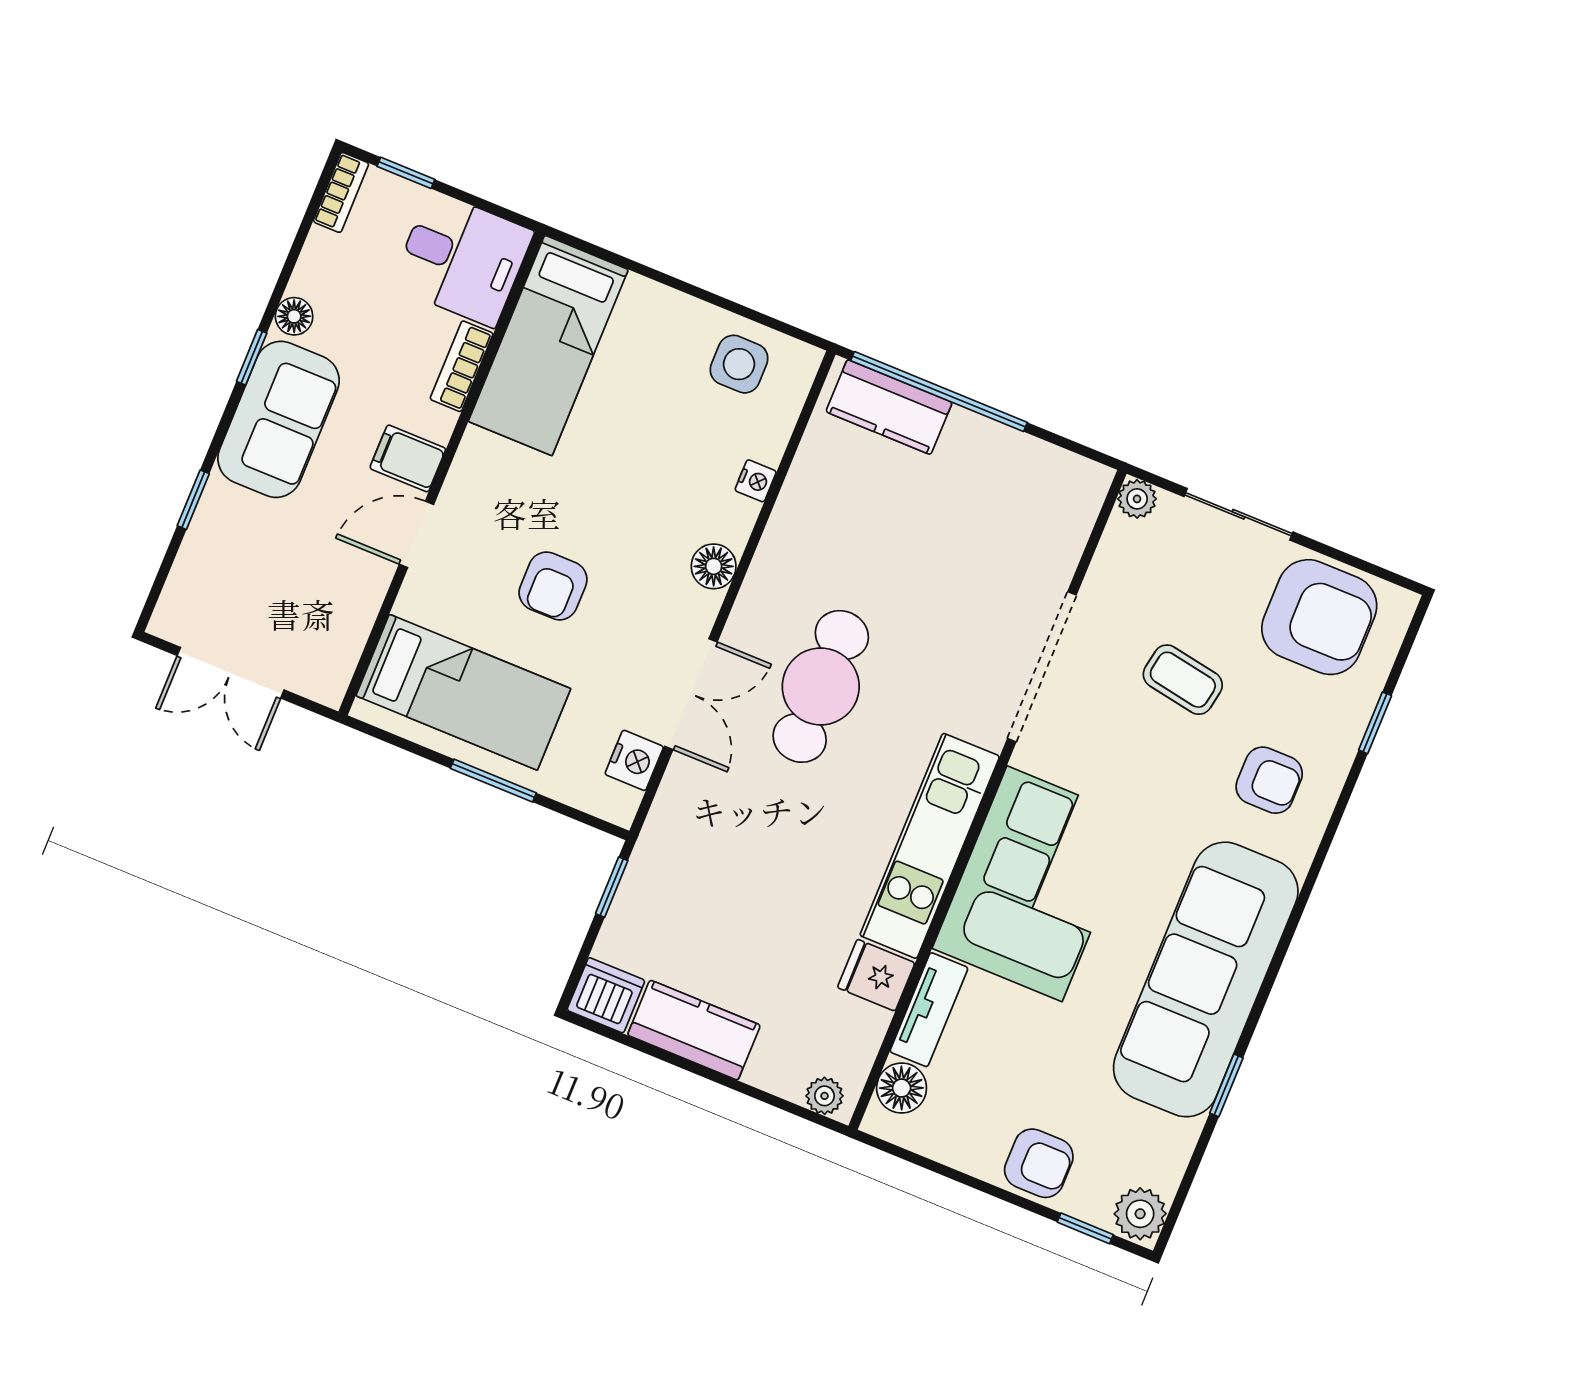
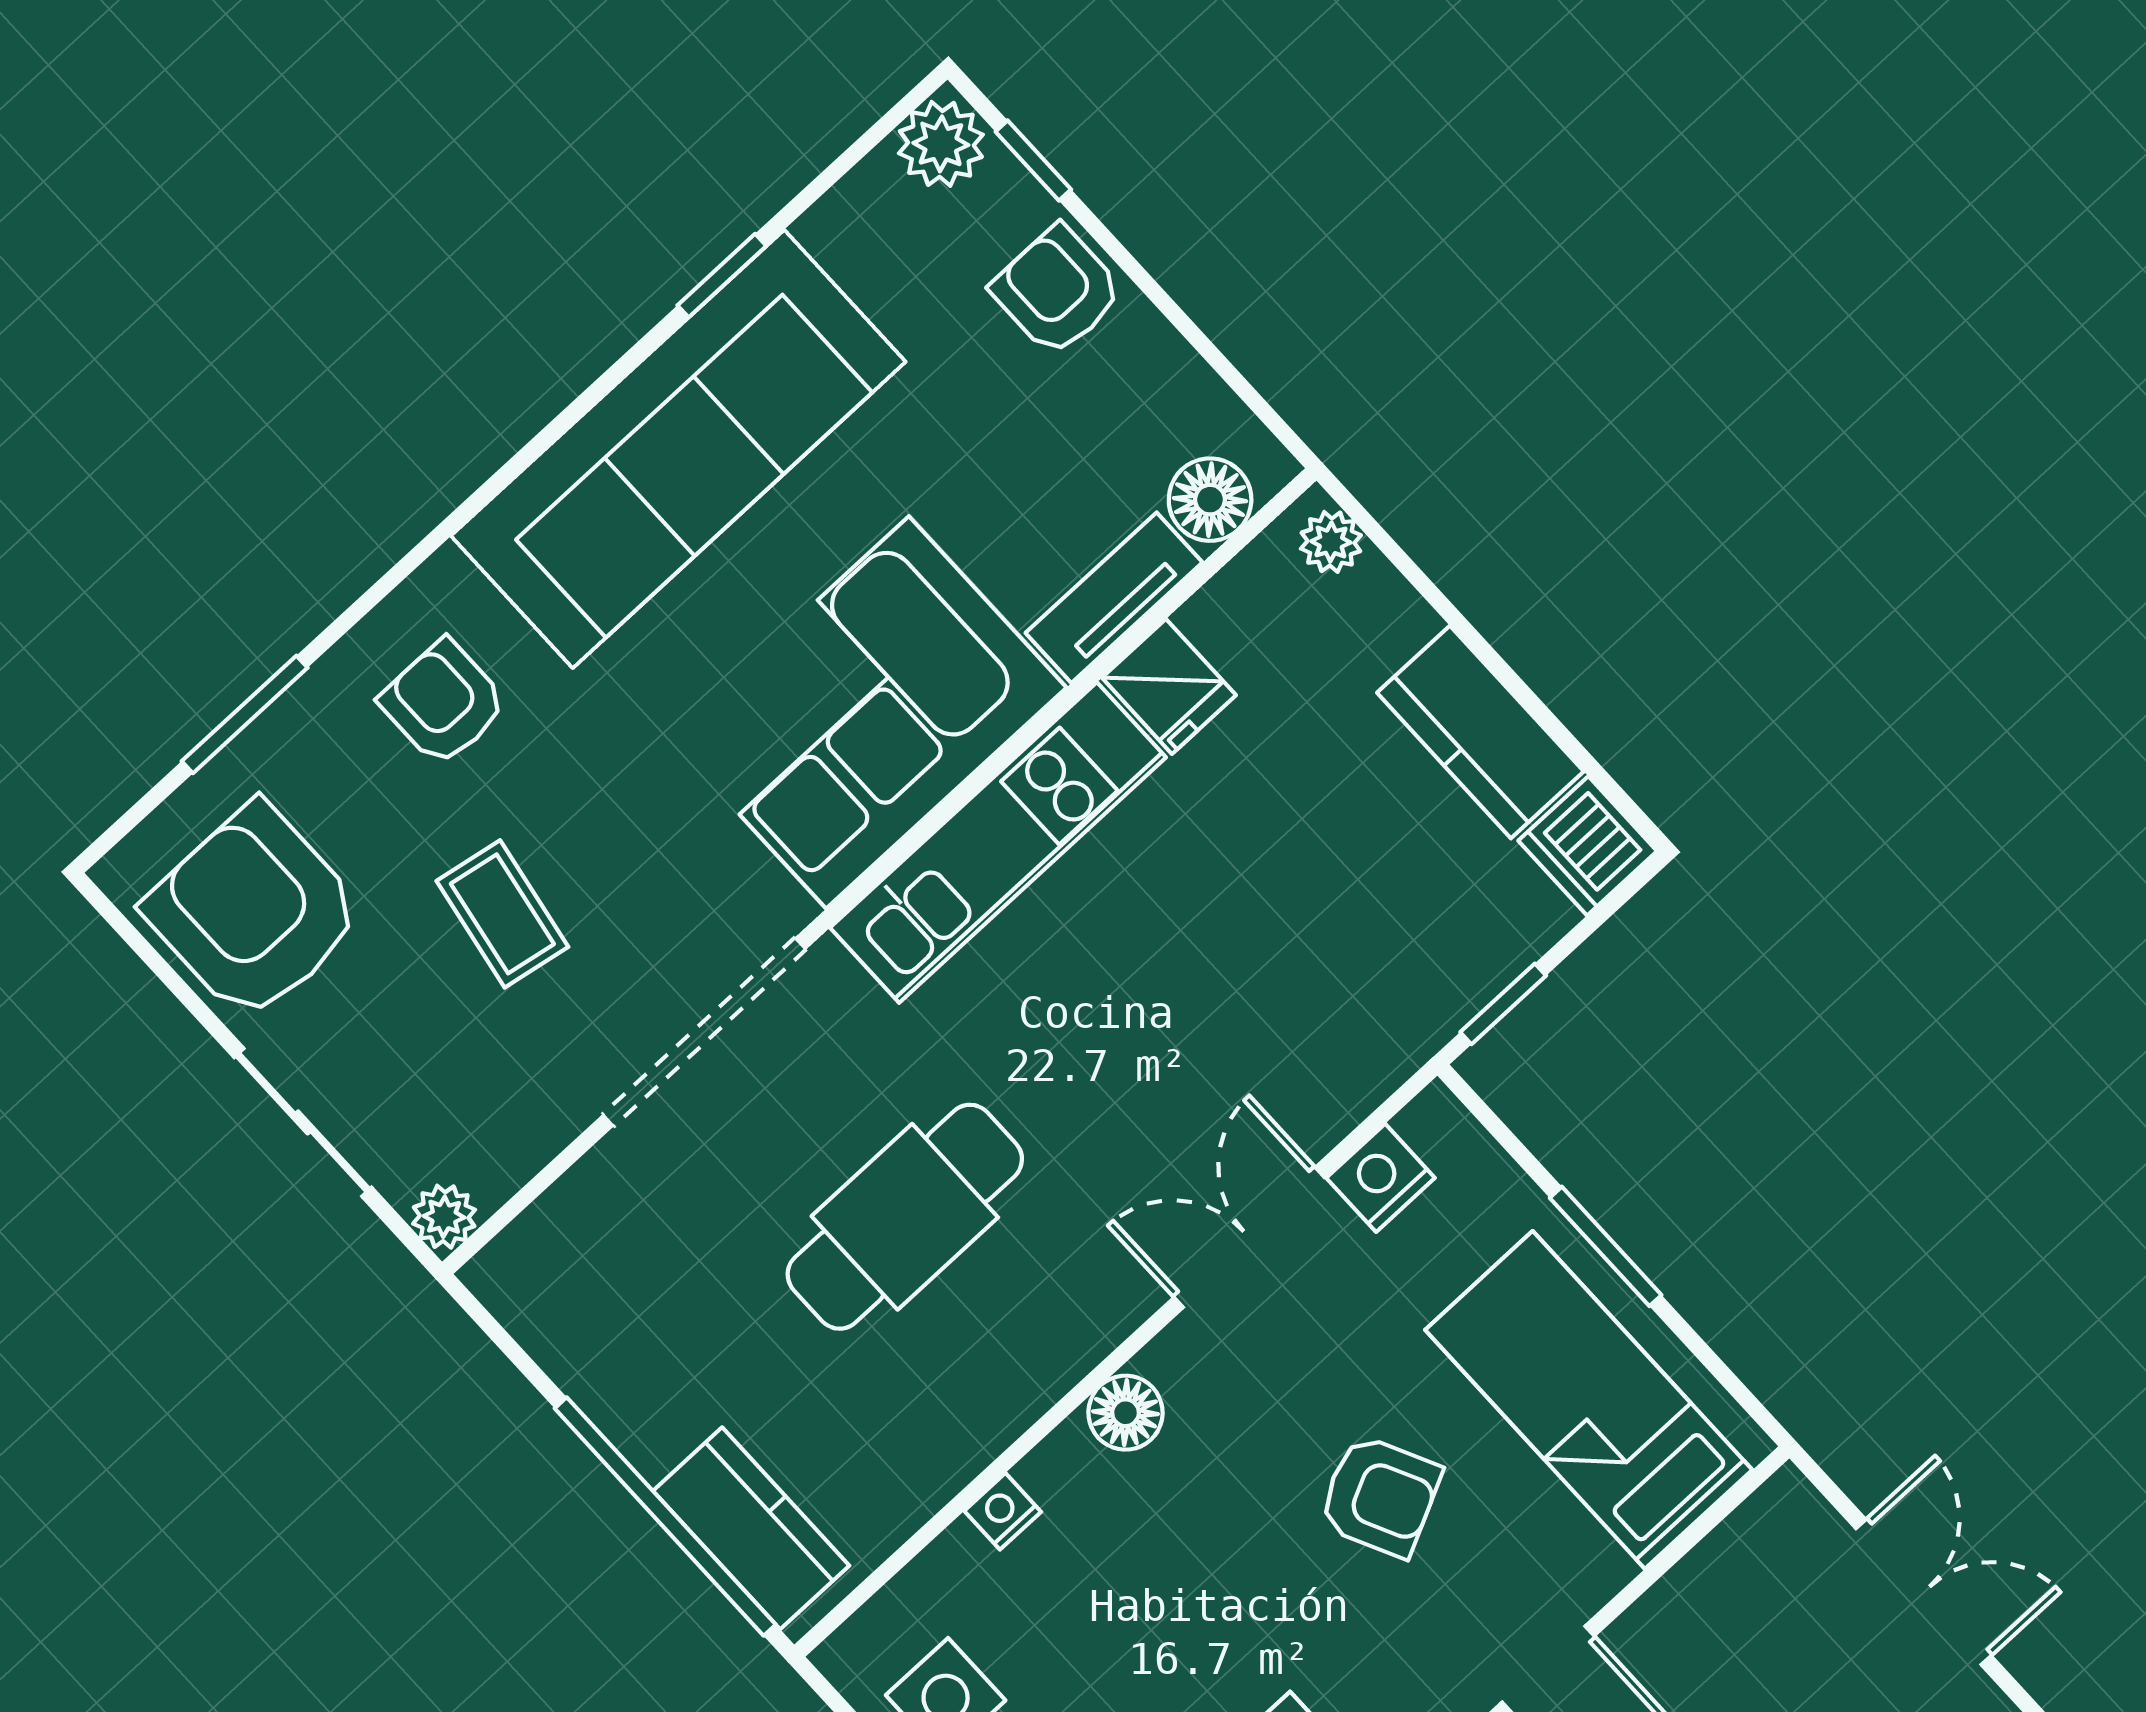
armchair: (553, 586) -> (1380, 1496), turned 64
cafe table: (821, 686) -> (905, 1217), moved
window: (1375, 723) -> (245, 714), width x1.50

